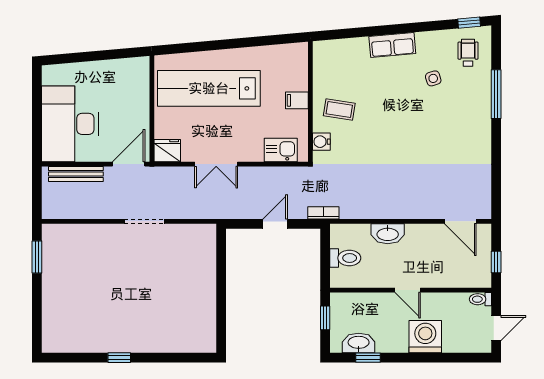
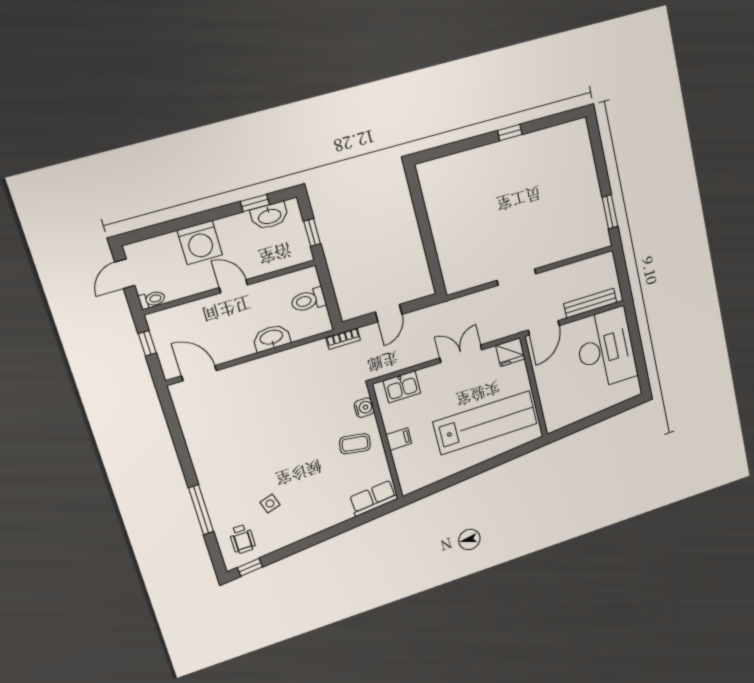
row of seats: (392, 45) -> (373, 498), moved

